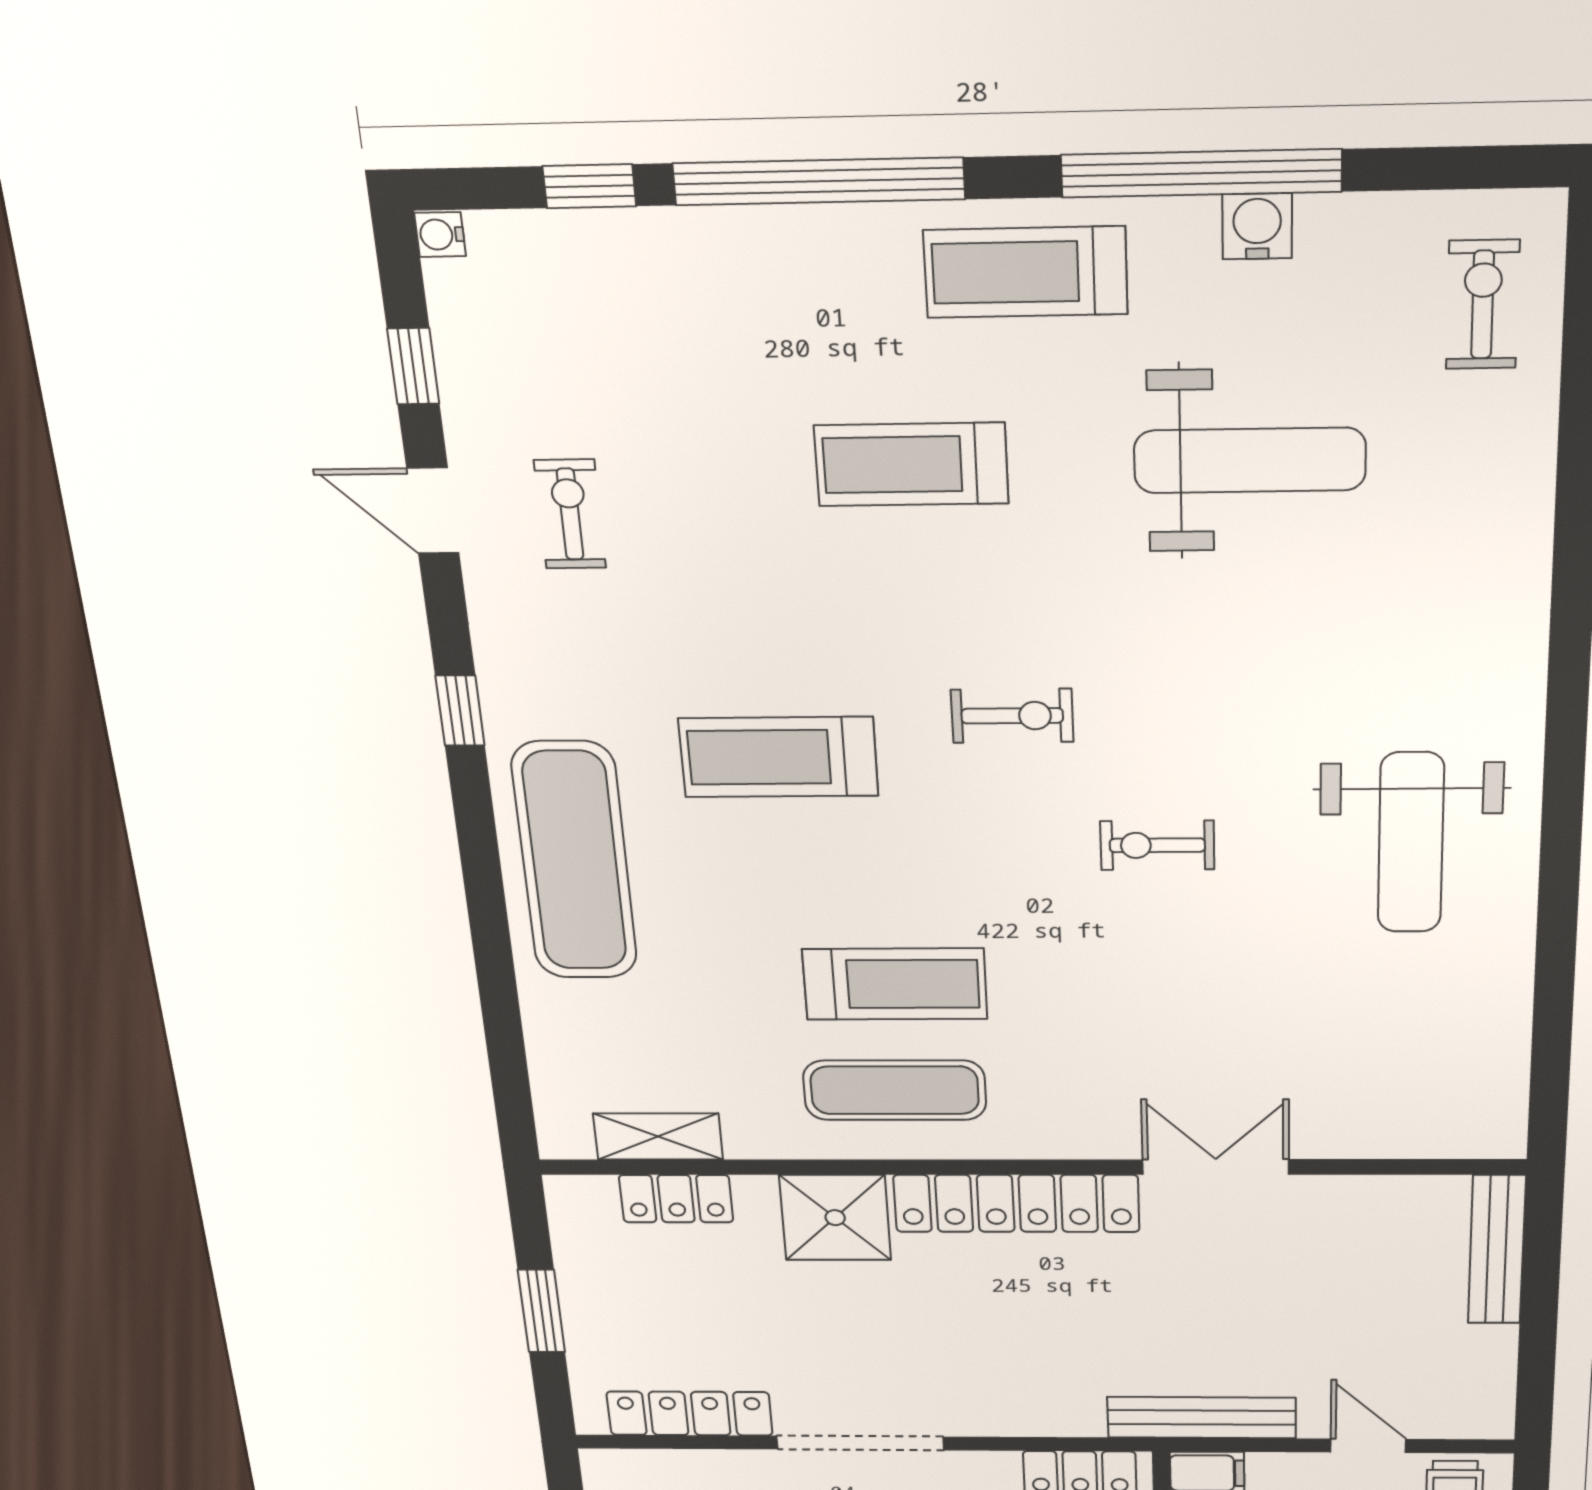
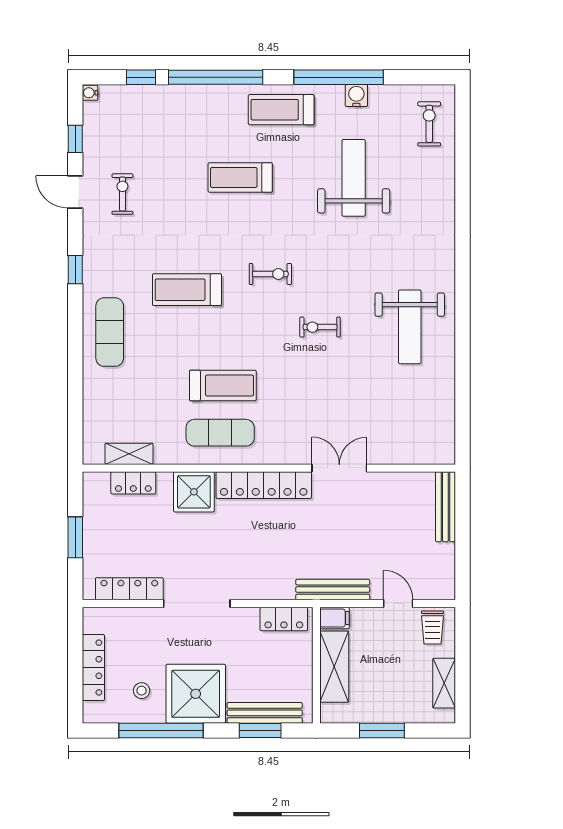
weight bench: (1250, 460) -> (354, 178), turned -90
exercise mat: (575, 861) -> (110, 332), width x0.73, depth x0.69

